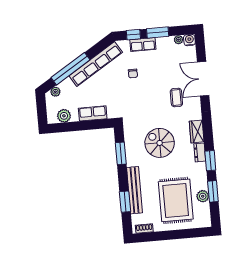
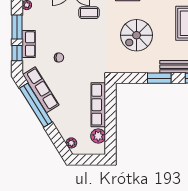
row of seats: (96, 64) -> (41, 90), width x0.73
window: (70, 69) -> (36, 105), moved
row of seats: (93, 113) -> (98, 105), width x1.48
window: (121, 153) -> (159, 78), moved

